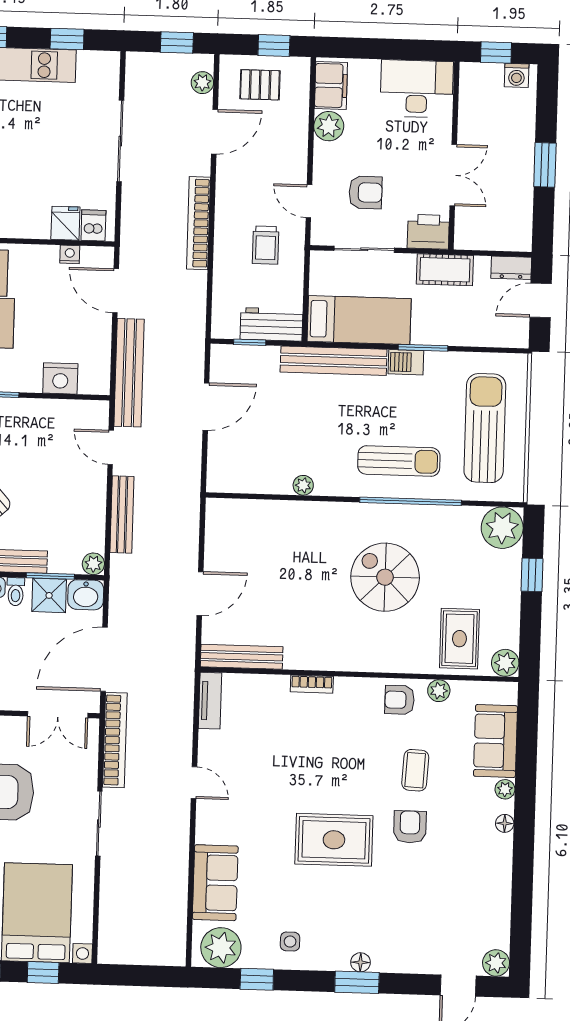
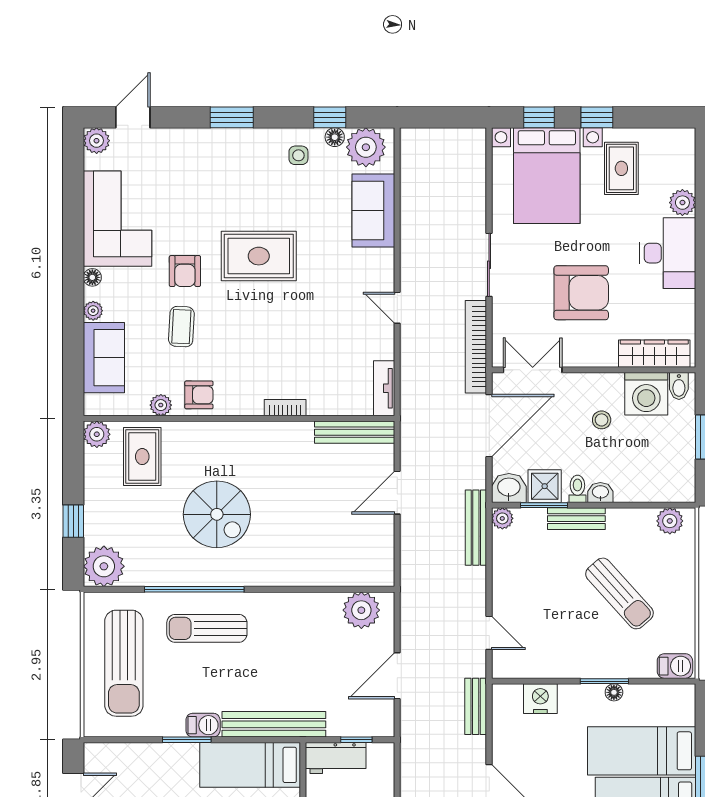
bench: (129, 373) -> (476, 706), width x0.54, depth x0.82
plant: (303, 485) -> (361, 610), moved, width x1.87, depth x1.87
bench: (122, 515) -> (476, 528), moved
corner sofa: (477, 883) -> (118, 219), added
floor lamp: (360, 962) -> (335, 137), moved

